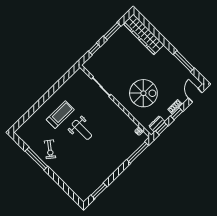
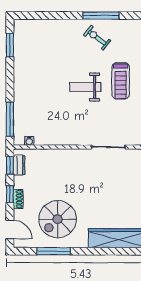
spiral stairs: (143, 93) -> (58, 219), moved

